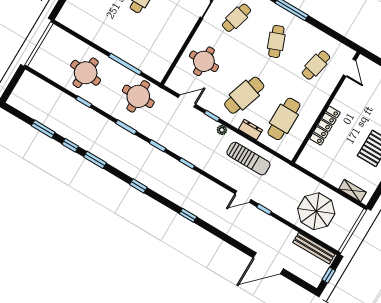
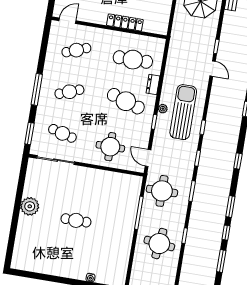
cafe table: (316, 65) -> (76, 50), turned -33
door: (187, 101) -> (148, 158), moved
sun lounger: (248, 159) -> (183, 112), moved, width x1.36, depth x1.34

